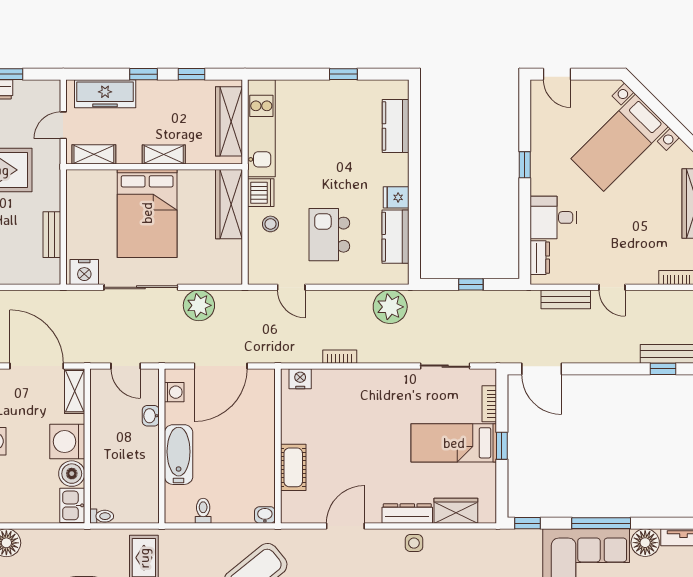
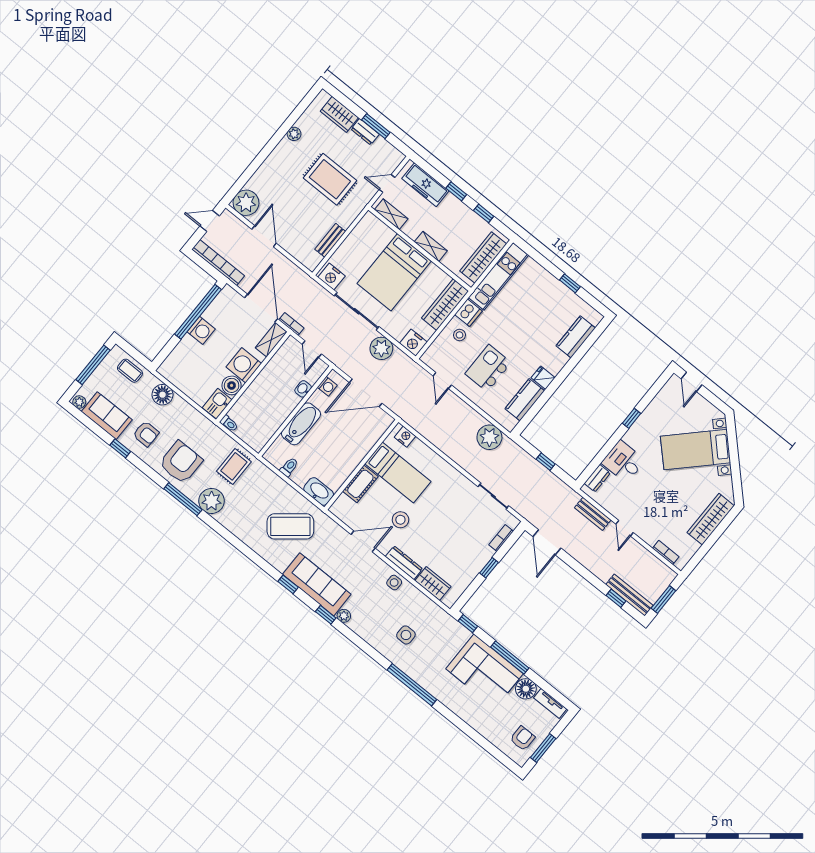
nightstand: (228, 272) -> (413, 343), added
bookcase: (340, 357) -> (291, 324), moved
bed: (454, 443) -> (398, 473), moved, turned 180
stool: (367, 471) -> (400, 520), added
washbasin: (265, 515) -> (319, 491), width x1.91, depth x1.45

